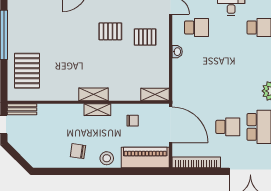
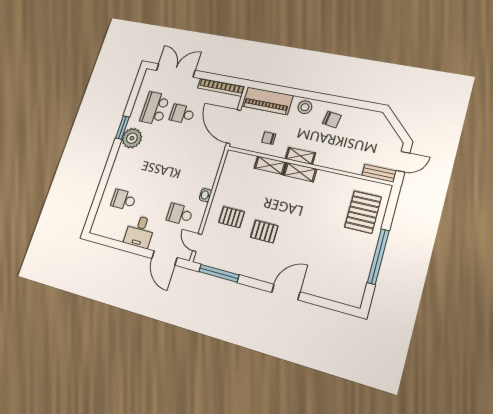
shelving: (155, 95) -> (270, 165), moved

